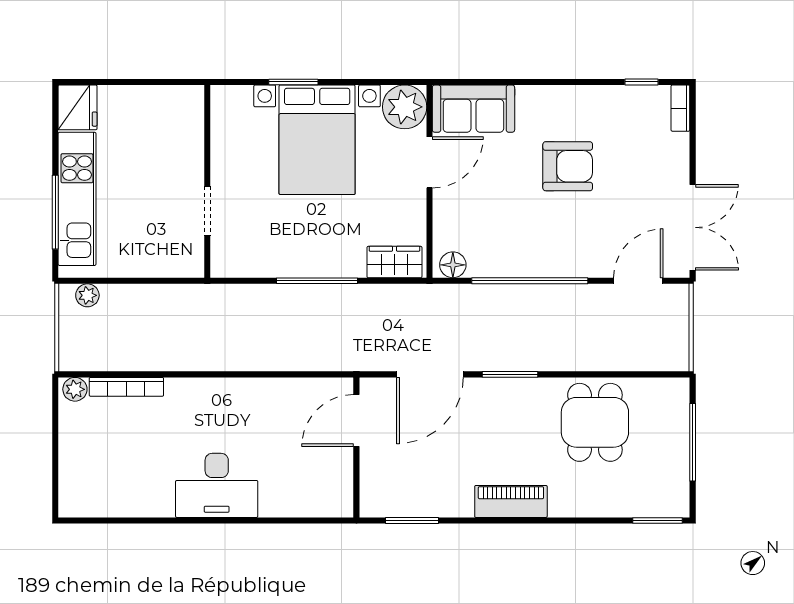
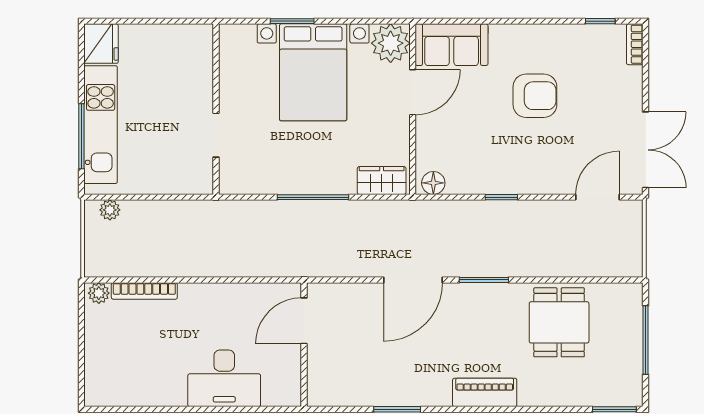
window: (530, 281) -> (501, 197), width x0.32
door: (356, 421) -> (304, 321), moved
wall: (356, 447) -> (304, 345), moved

